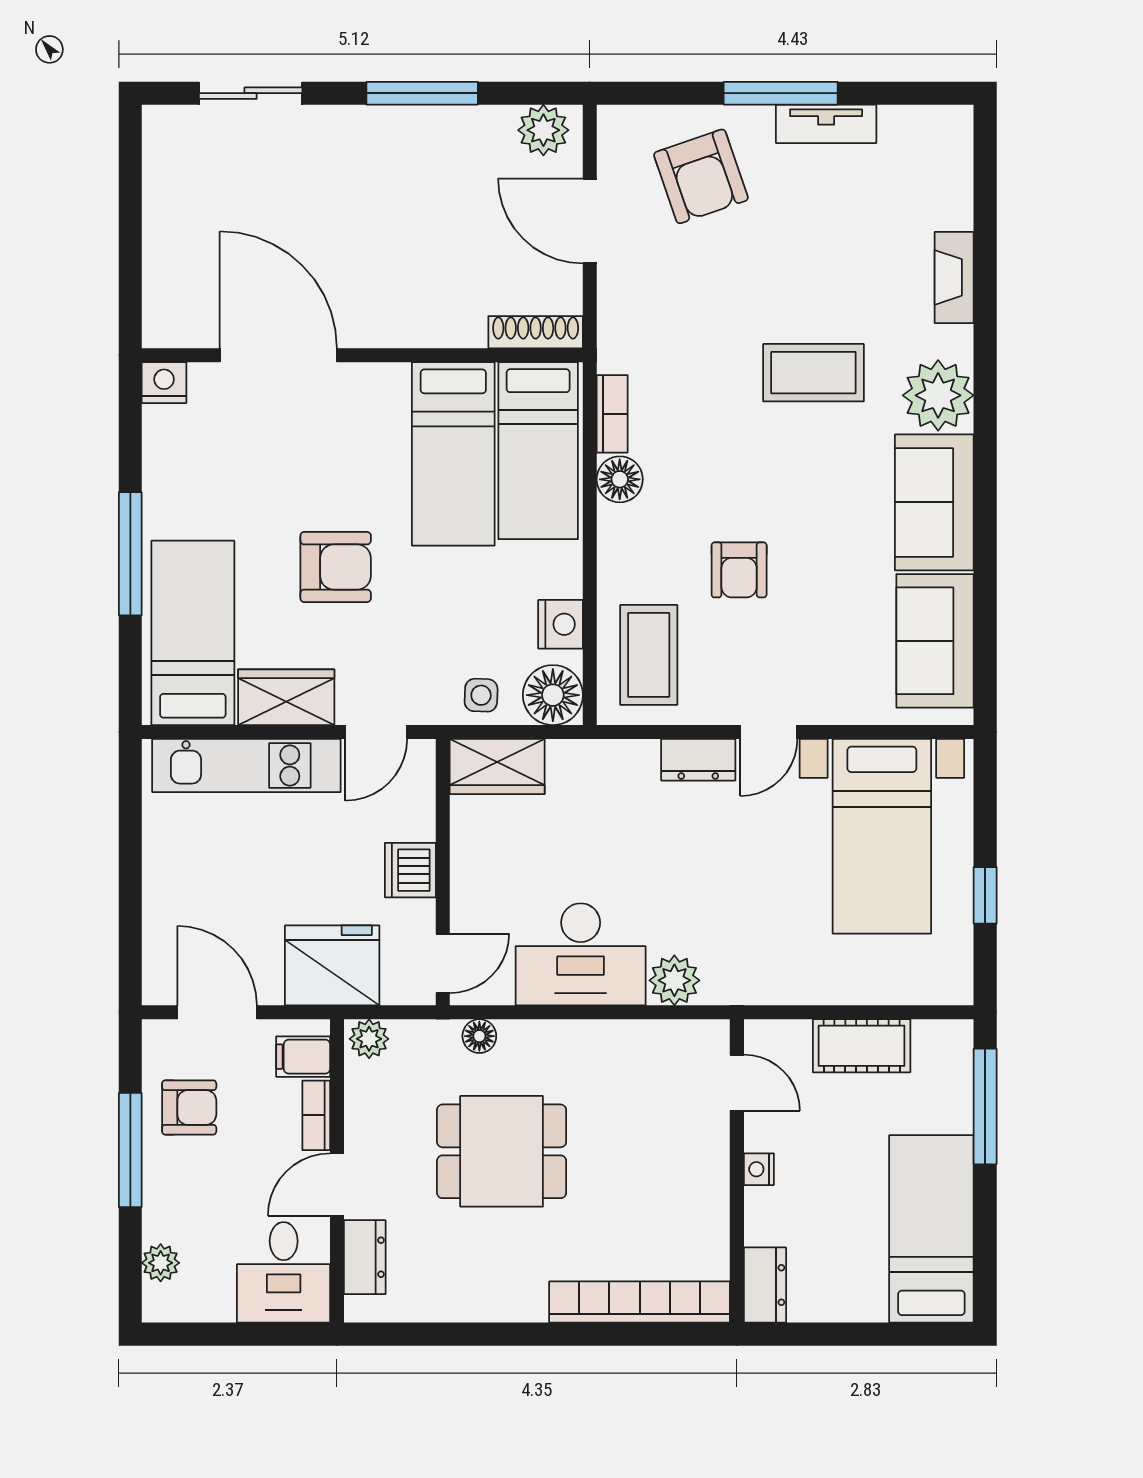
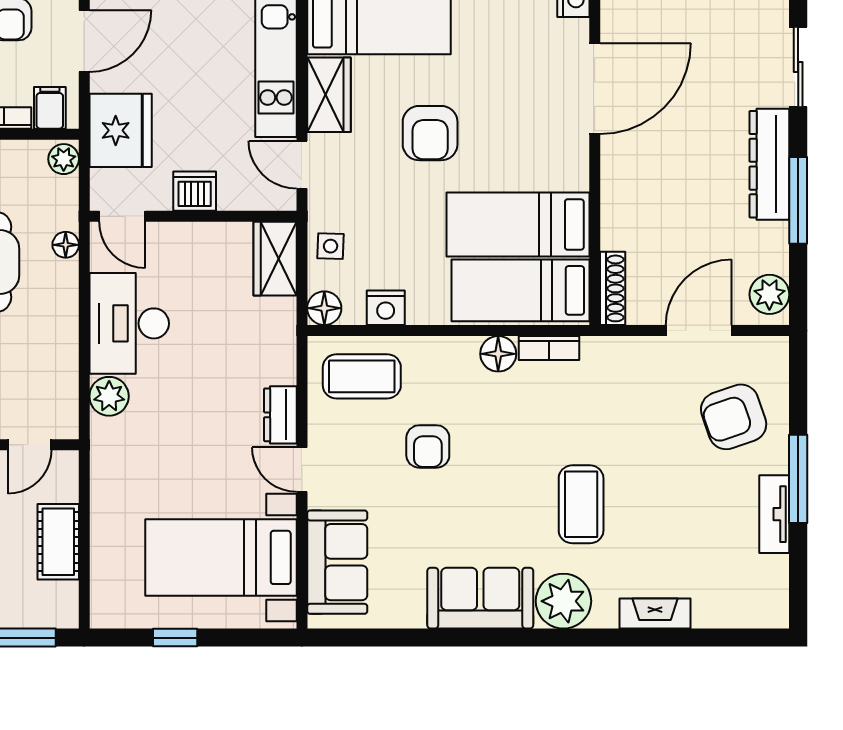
dresser: (376, 130) -> (769, 164), added
armchair: (739, 570) -> (428, 446), turned -90
sofa: (935, 641) -> (337, 562), moved, turned 90
floor lamp: (553, 695) -> (324, 308), width x0.73, depth x0.73

